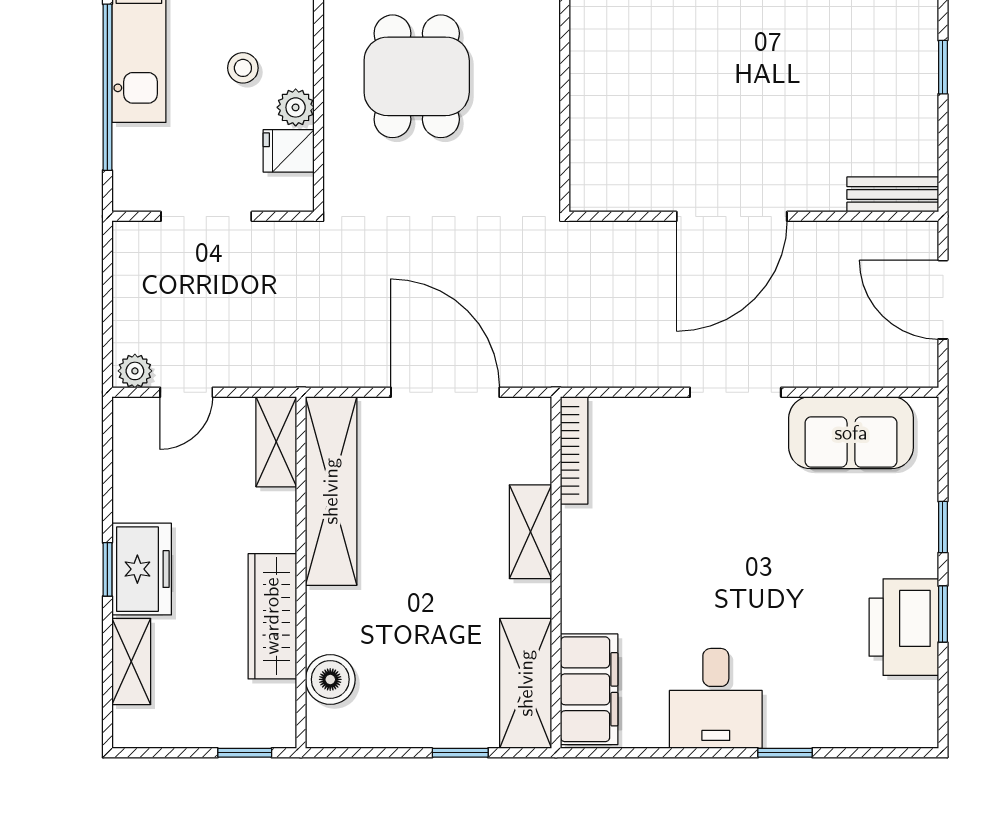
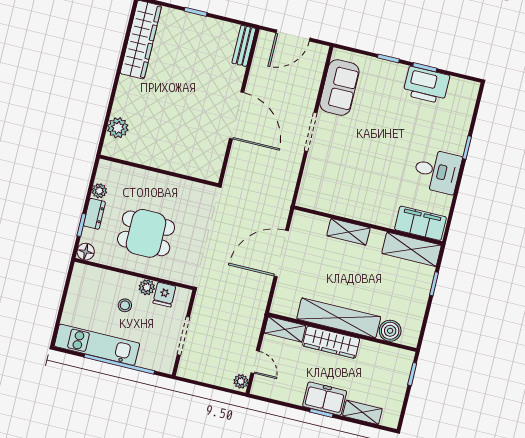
bookcase: (574, 450) -> (319, 205), removed
shelving: (331, 491) -> (339, 318), moved
wardrobe: (272, 616) -> (331, 342), moved

